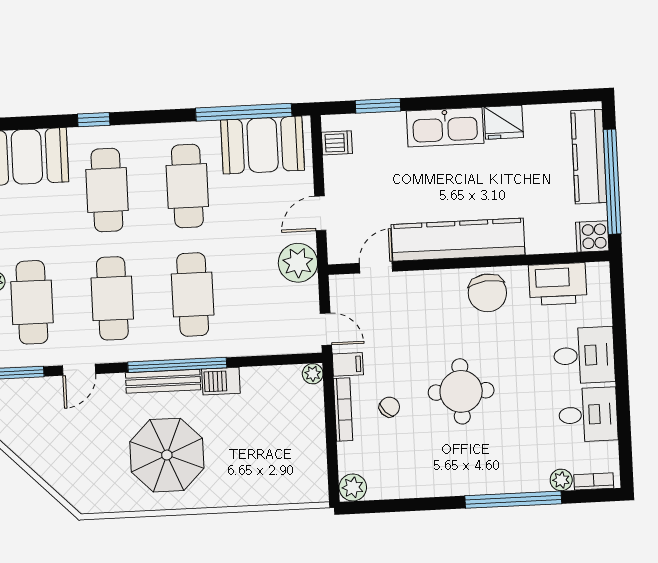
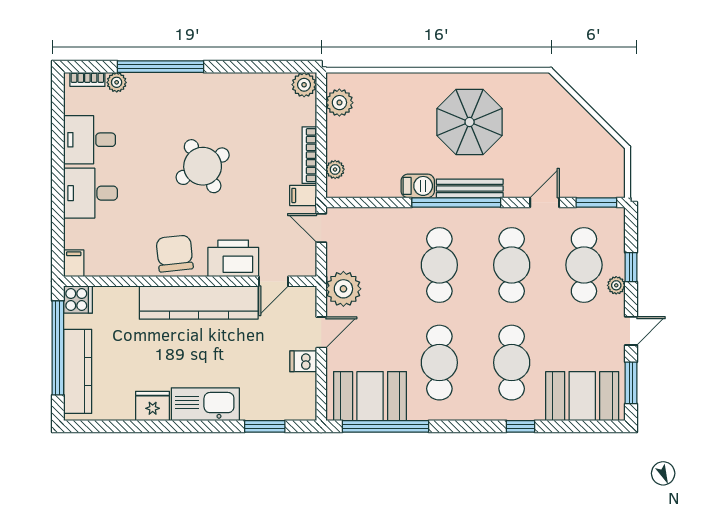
dishwasher: (337, 143) -> (303, 361), moved
filing cabinet: (599, 277) -> (74, 263), added
printer: (558, 284) -> (233, 258), moved
plant: (313, 374) -> (335, 169), moved
round table: (461, 391) -> (203, 166), turned -30
chair: (389, 407) -> (268, 155), removed
plant: (312, 470) -> (339, 103), added

